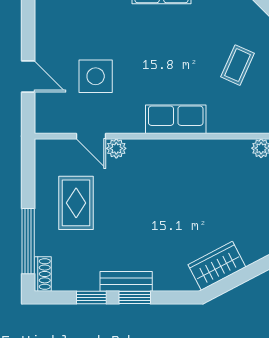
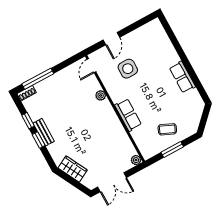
door: (91, 136) -> (91, 66), moved
rug: (76, 203) -> (67, 91), removed

